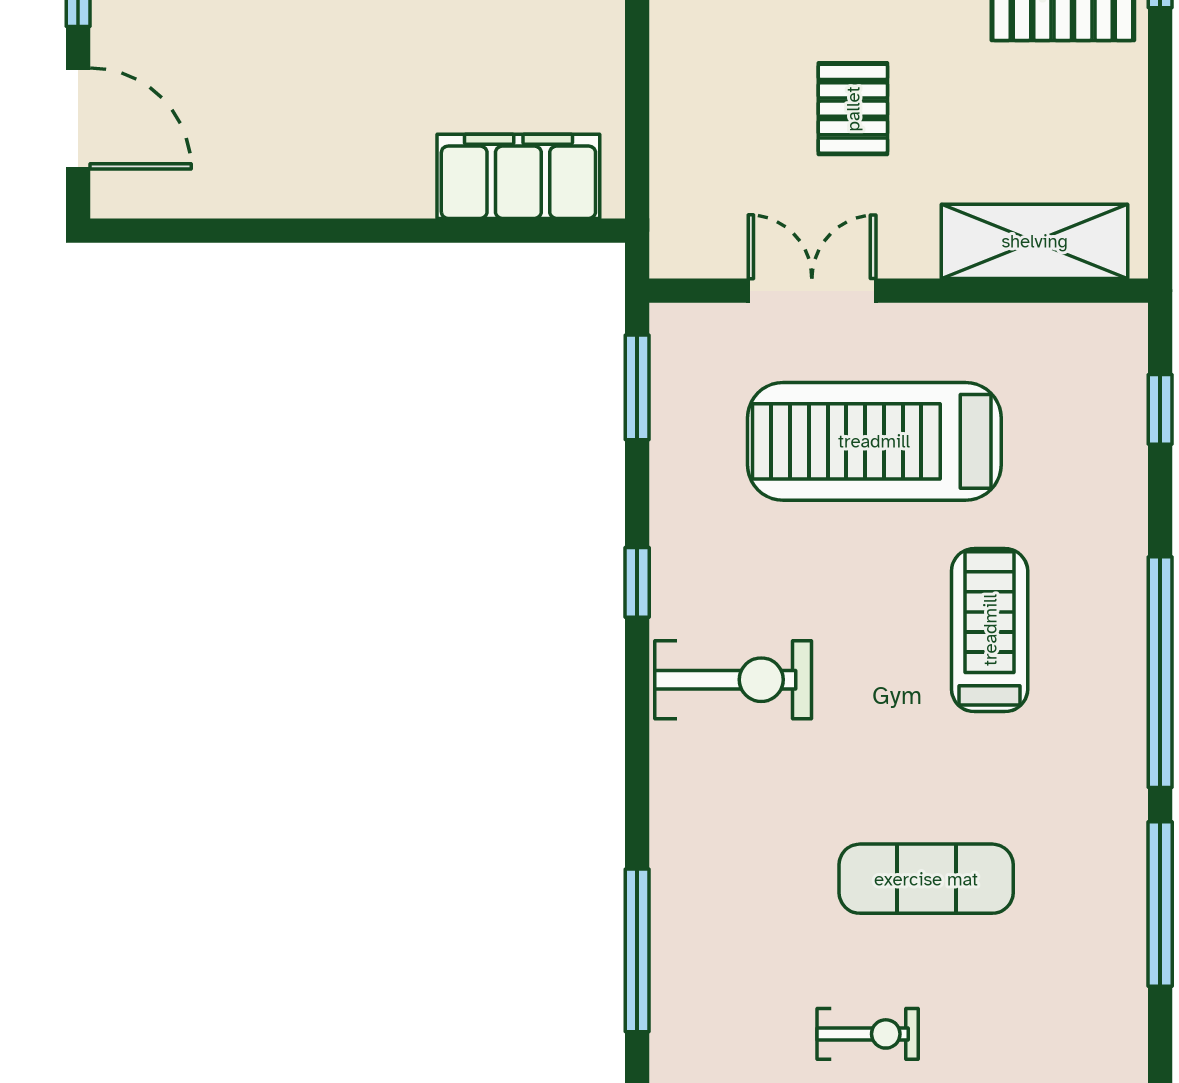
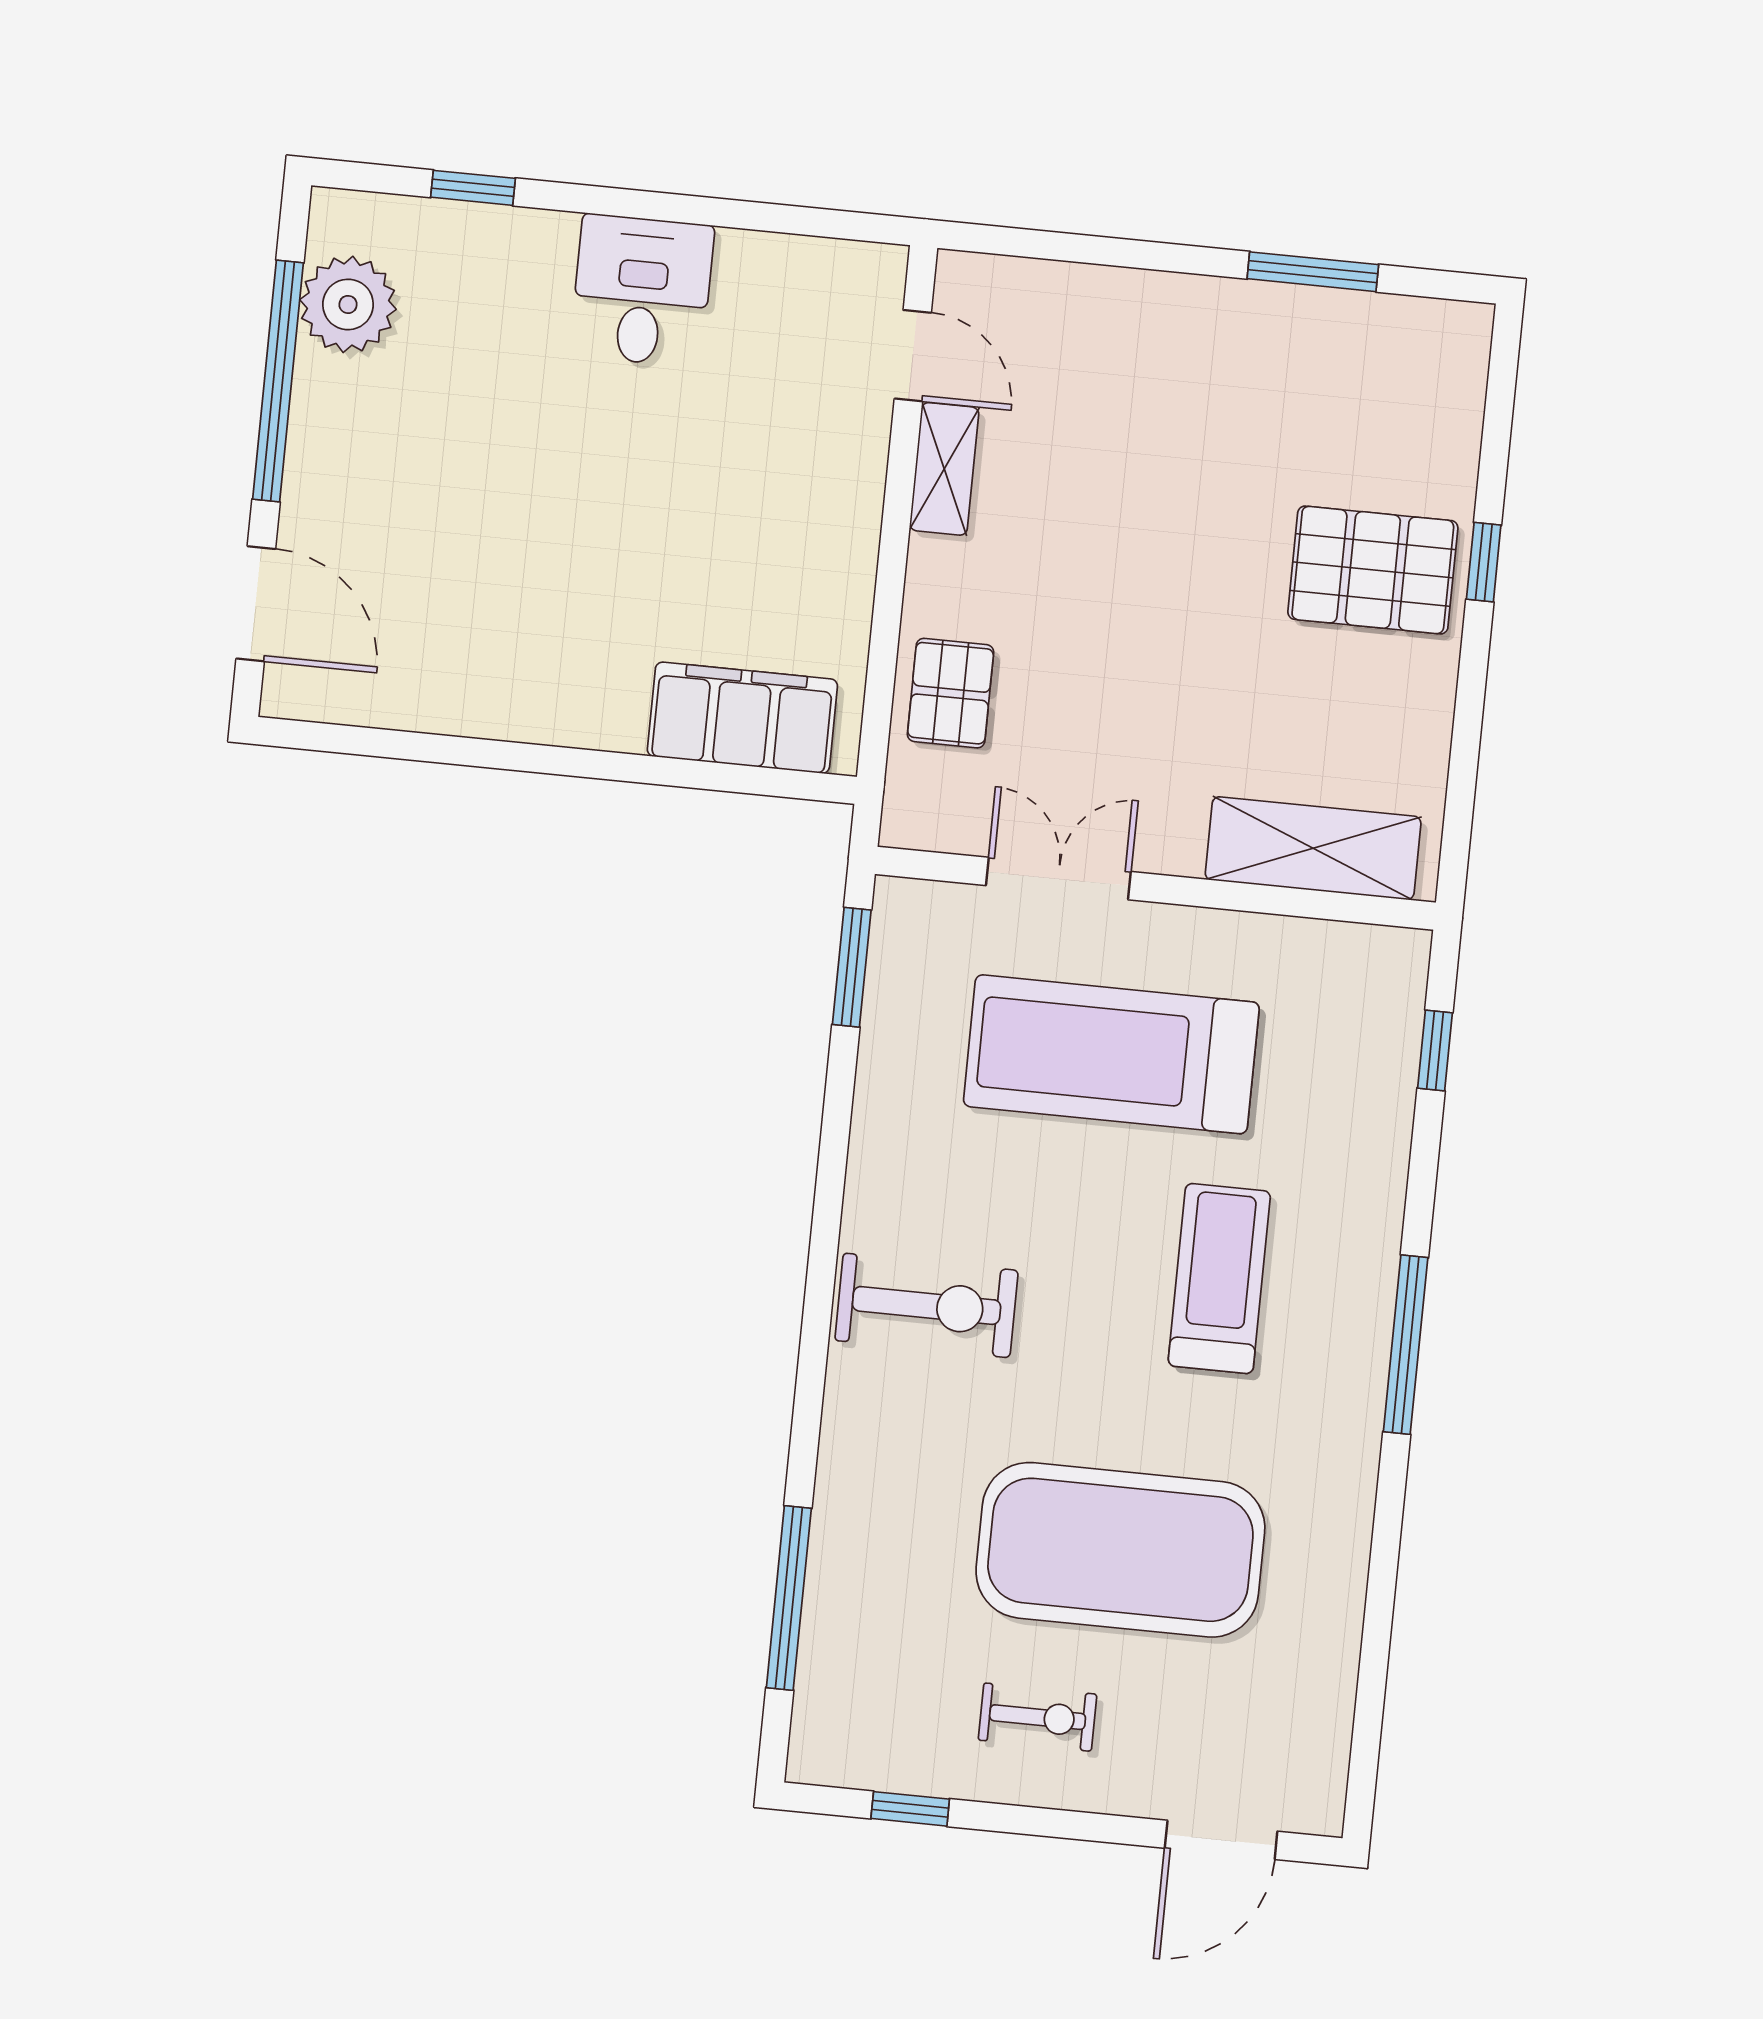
pallet: (853, 109) -> (951, 693), moved
window: (637, 582) -> (830, 1186), removed
window: (1160, 672) -> (1406, 1345), width x0.68
exercise mat: (926, 879) -> (1120, 1550), width x2.00, depth x1.45
window: (1160, 904) -> (1380, 1604), removed

